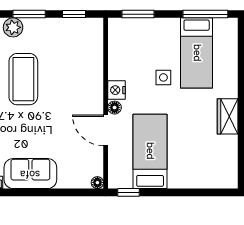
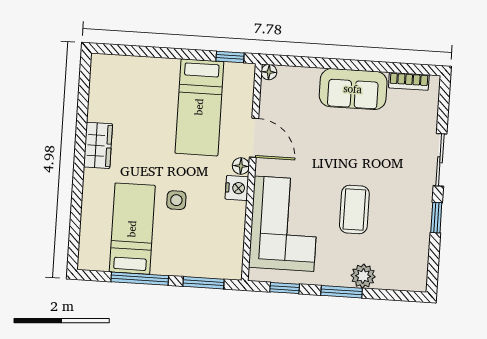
window: (205, 14) -> (140, 279), moved
corner sofa: (78, 64) -> (284, 224), added
coffee table: (23, 79) -> (354, 210), width x0.73, depth x0.76

